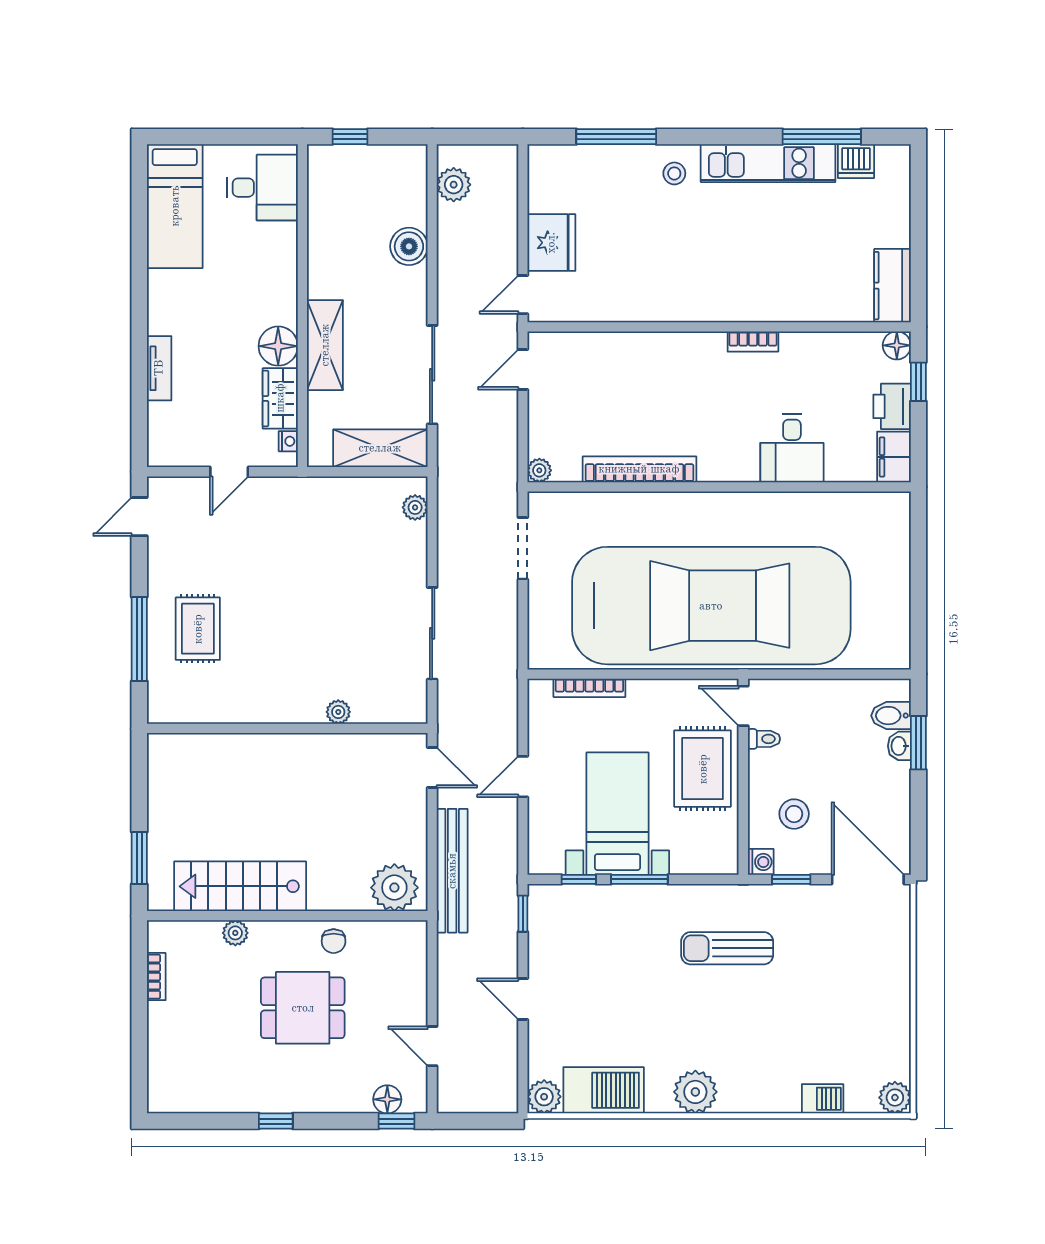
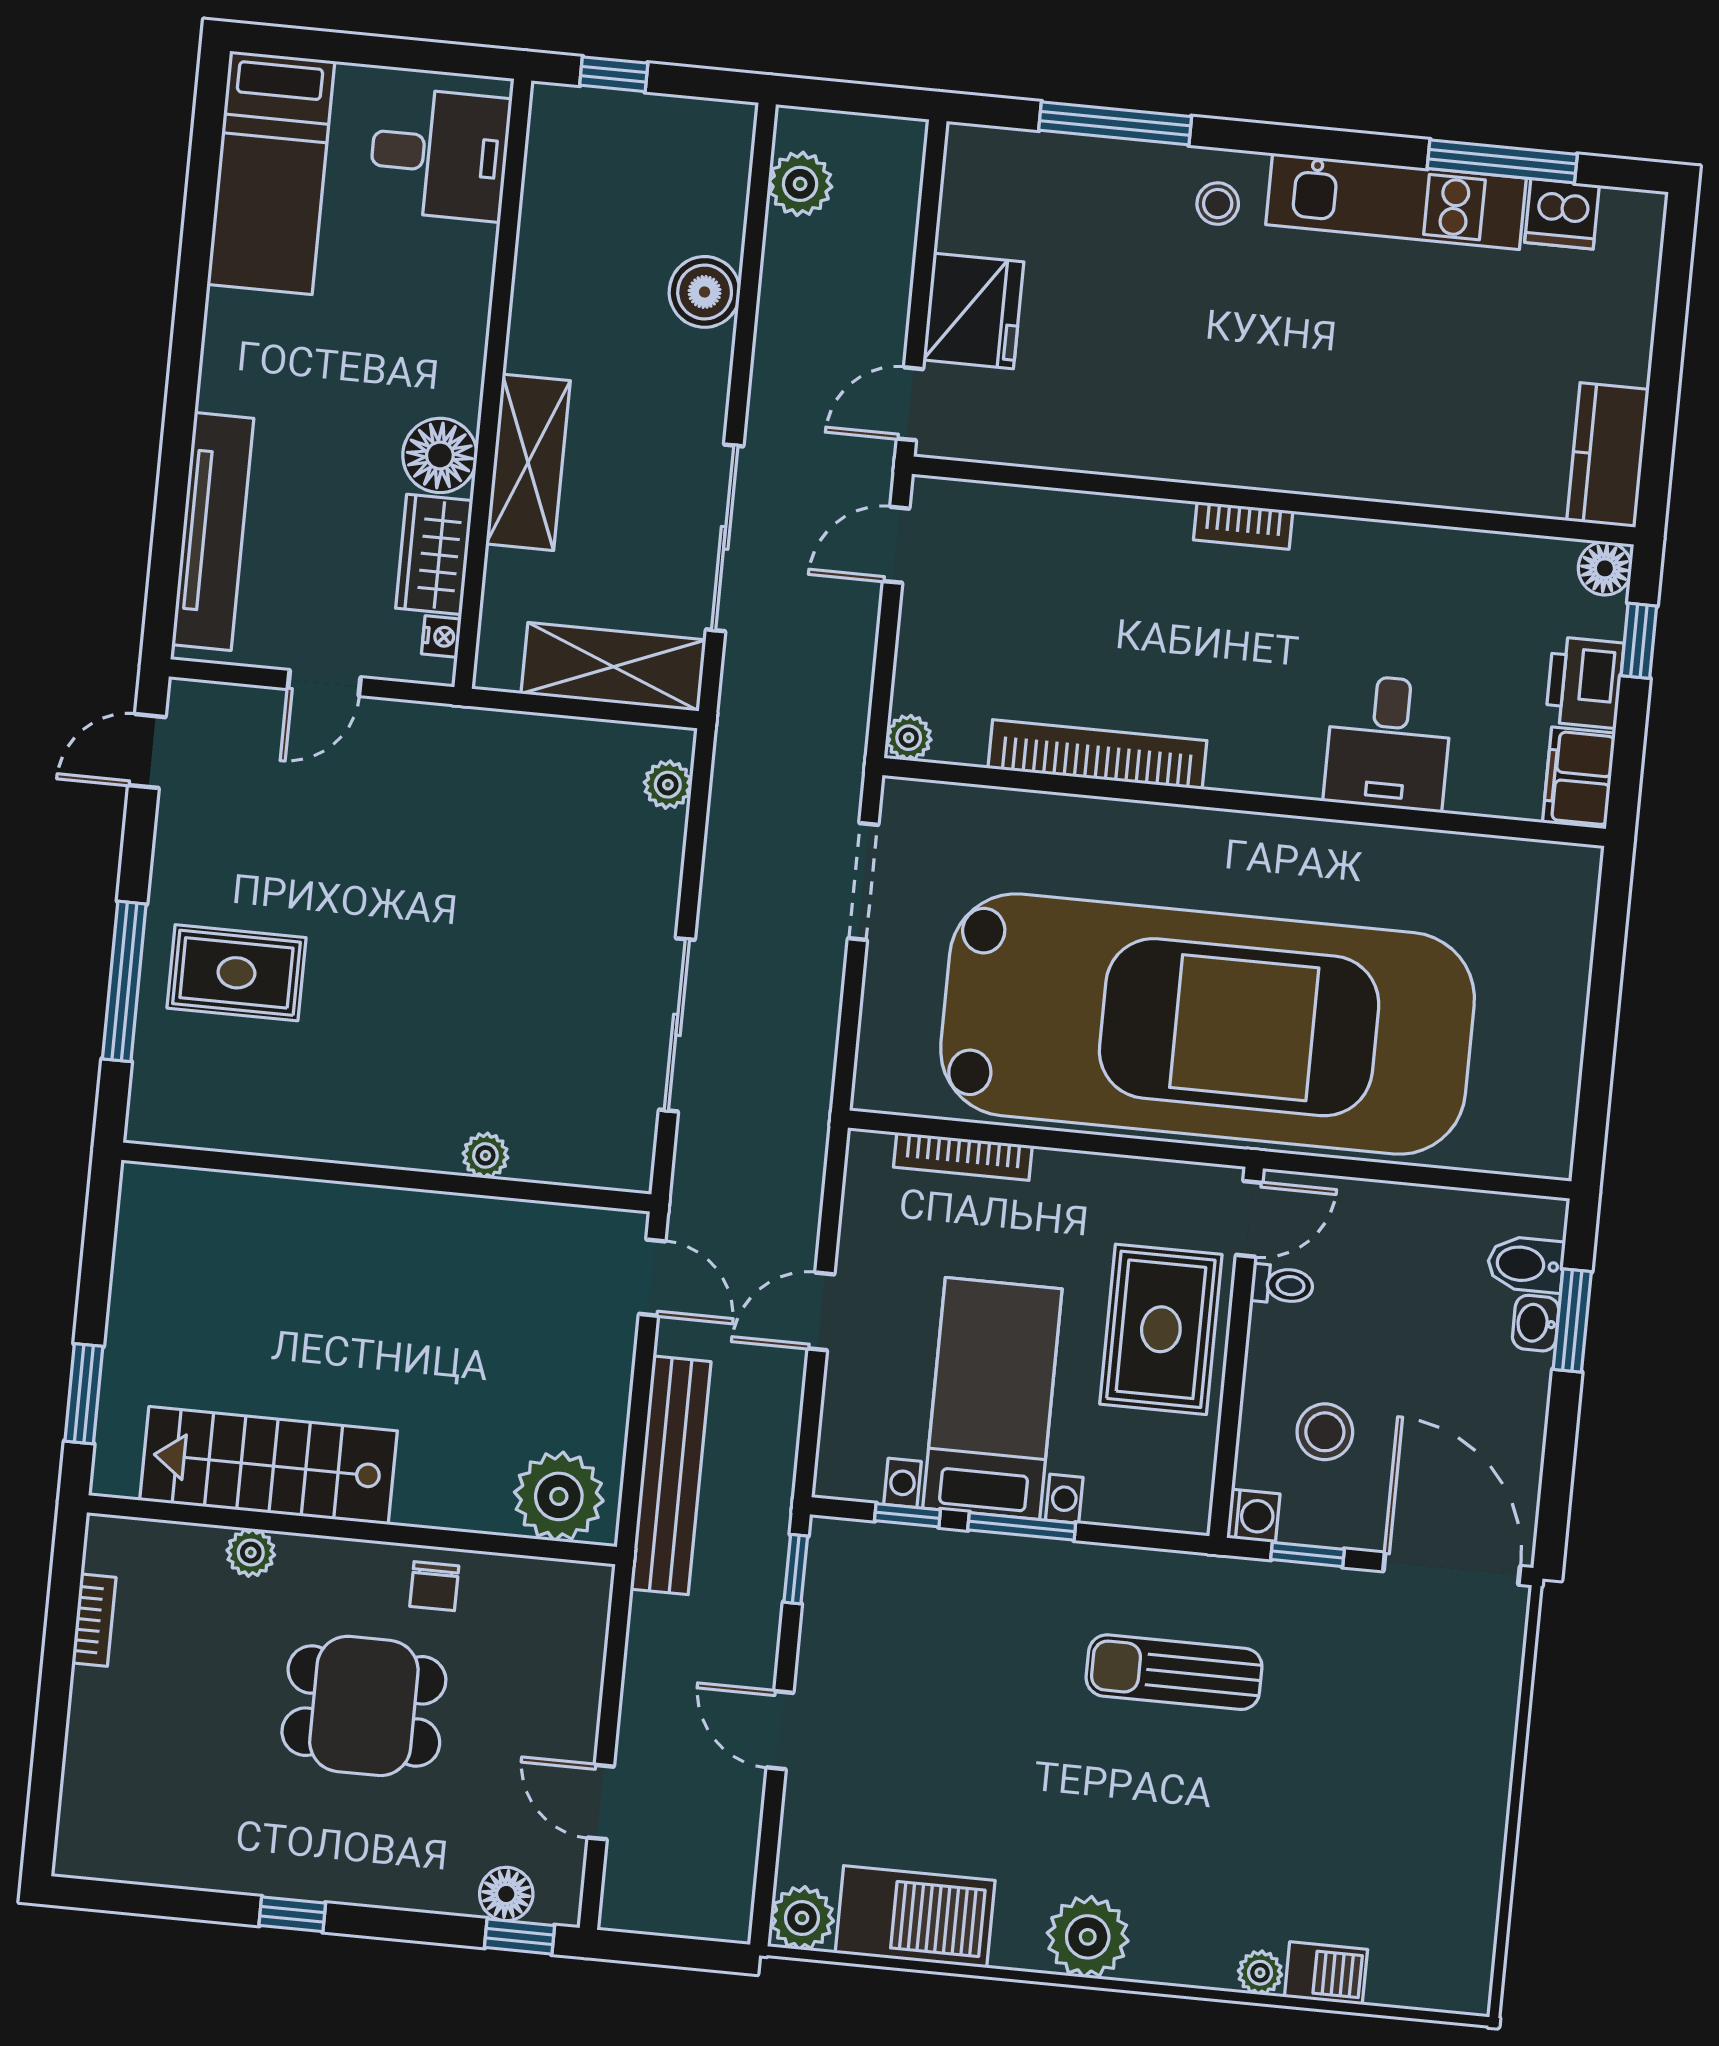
bookcase: (753, 341) -> (1243, 526), moved
tv unit: (159, 368) -> (213, 531), width x1.92, depth x1.29
rug: (198, 629) -> (236, 973), turned 90
door: (743, 706) -> (1249, 1219), swing flipped
plant: (895, 1098) -> (1260, 1973), moved, width x0.73, depth x0.73

